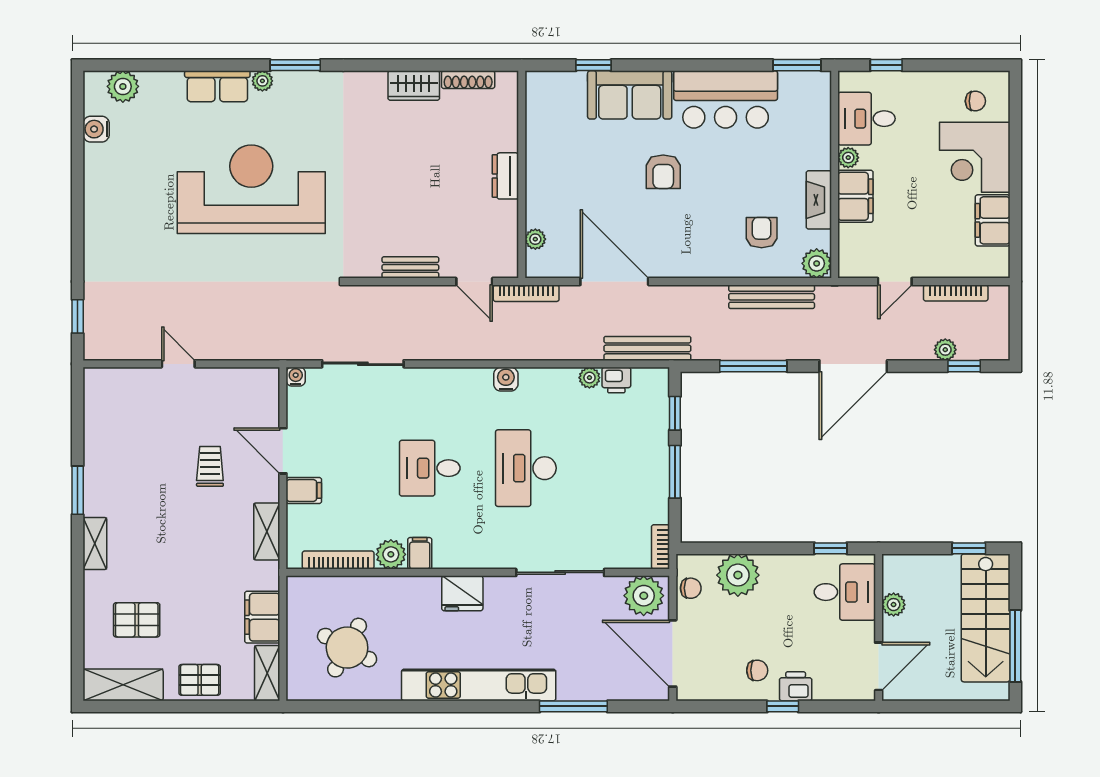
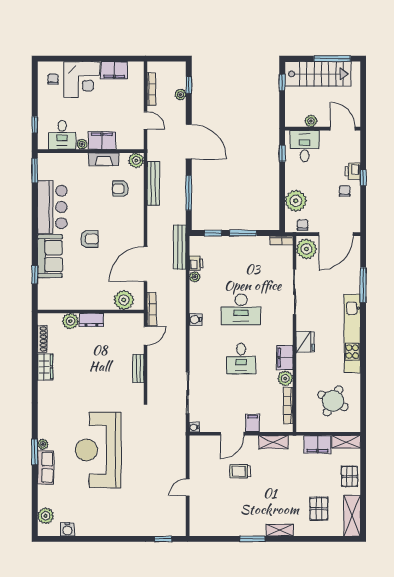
window: (295, 65) -> (35, 452), moved
plant: (503, 135) -> (70, 321), added
plant: (535, 239) -> (124, 300), width x1.87, depth x1.87
filing cabinet: (420, 553) -> (285, 358), width x2.00

